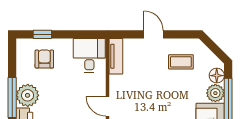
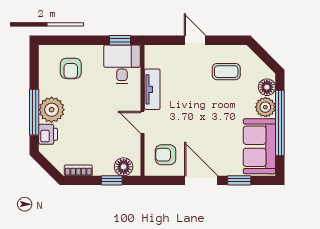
window: (42, 34) -> (120, 40), moved
tv unit: (116, 56) -> (152, 89), moved
armchair: (44, 59) -> (71, 68), turned 180

